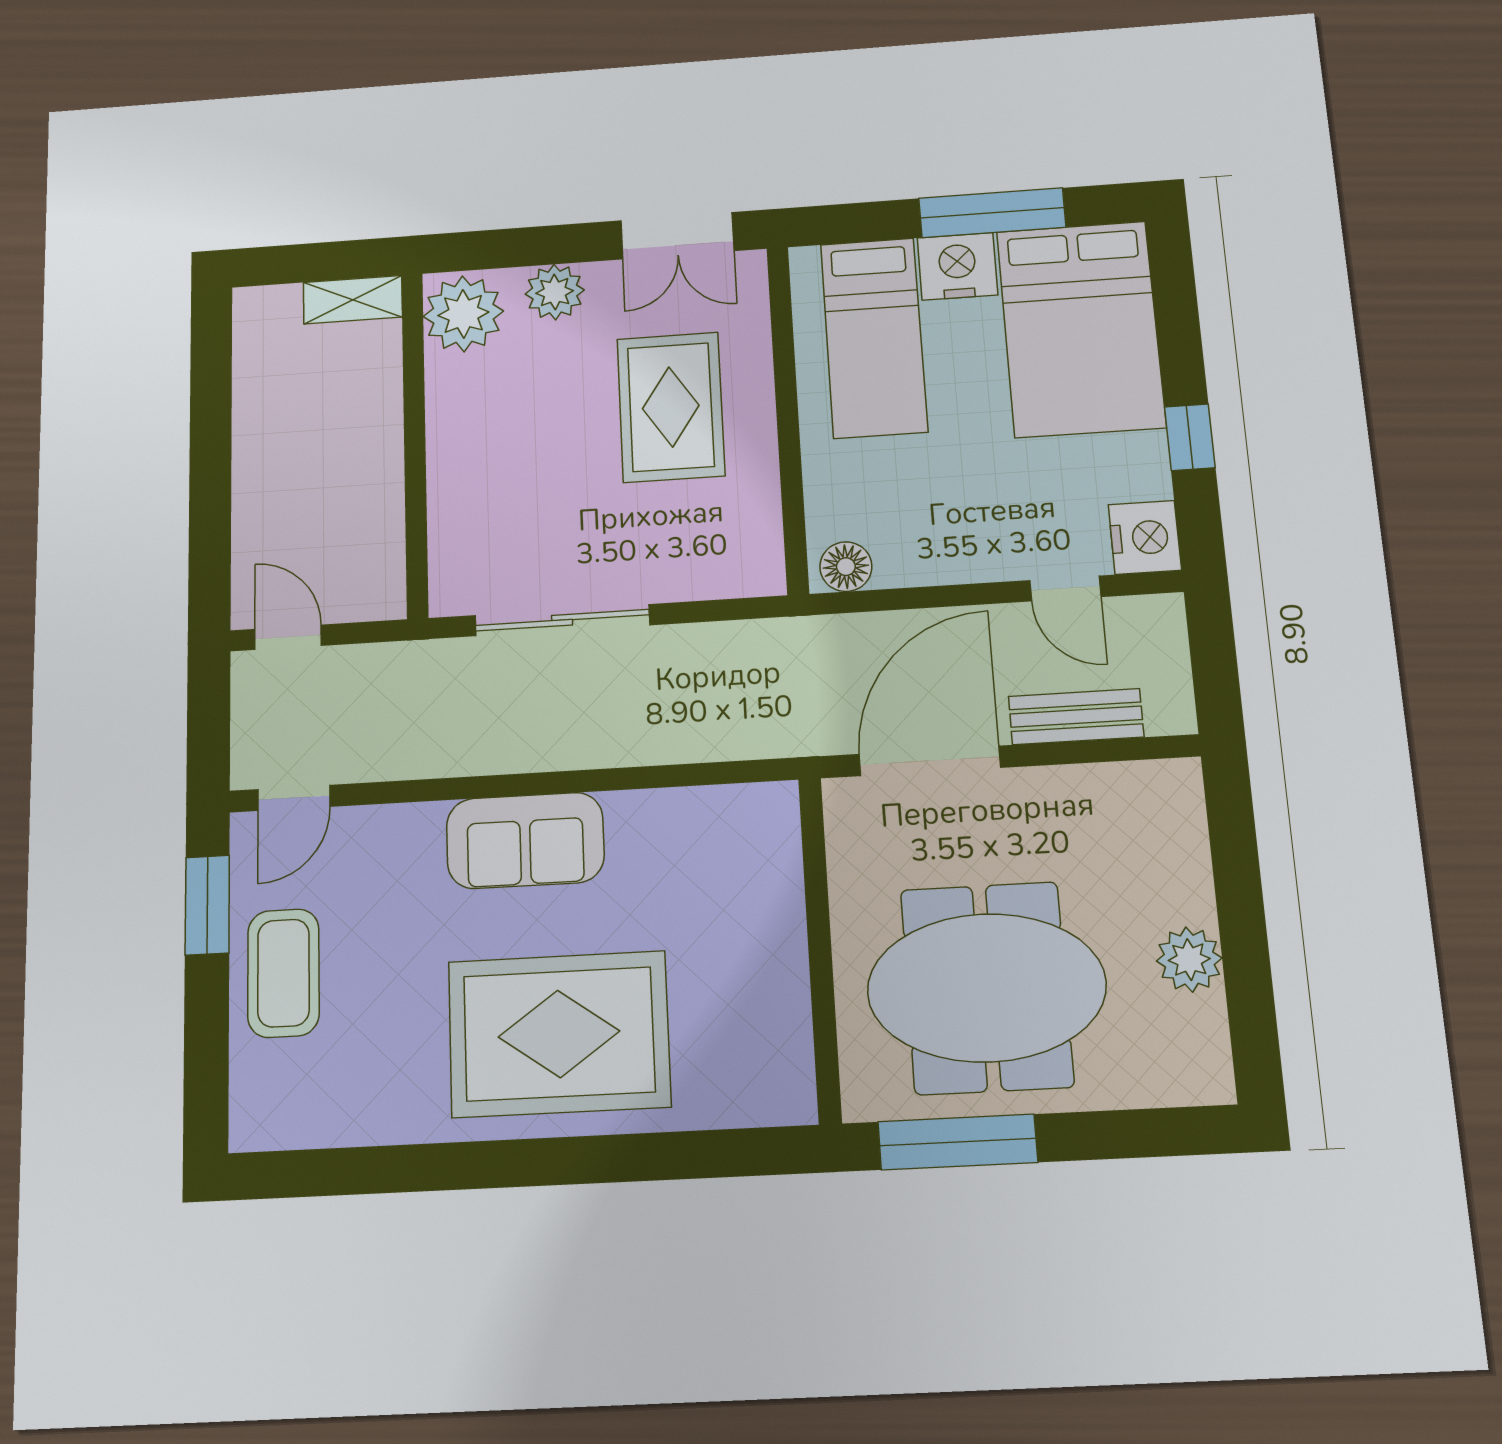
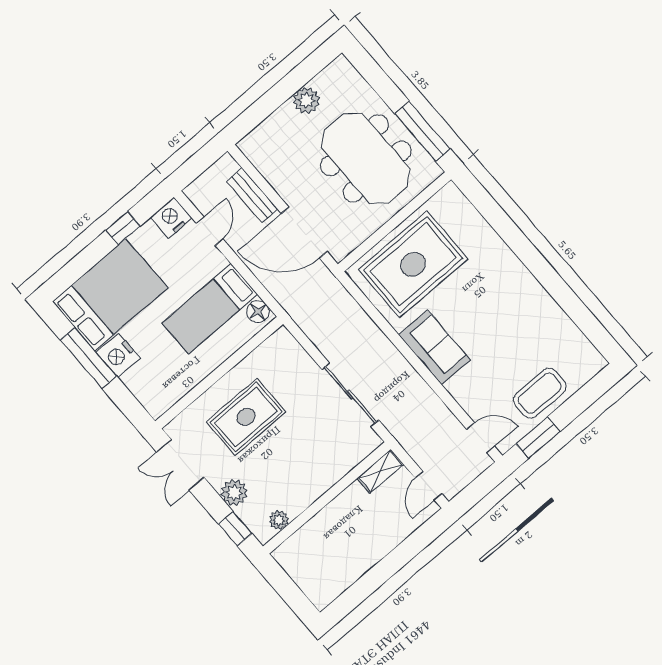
double door: (677, 236) -> (180, 465), swing flipped
window: (491, 249) -> (235, 529), added
shelving: (353, 300) -> (380, 471), moved, turned 90
plant: (463, 314) -> (279, 520), width x0.53, depth x0.53
bed: (874, 337) -> (210, 309), moved, turned 180
rug: (559, 1034) -> (413, 264), moved, turned 90

